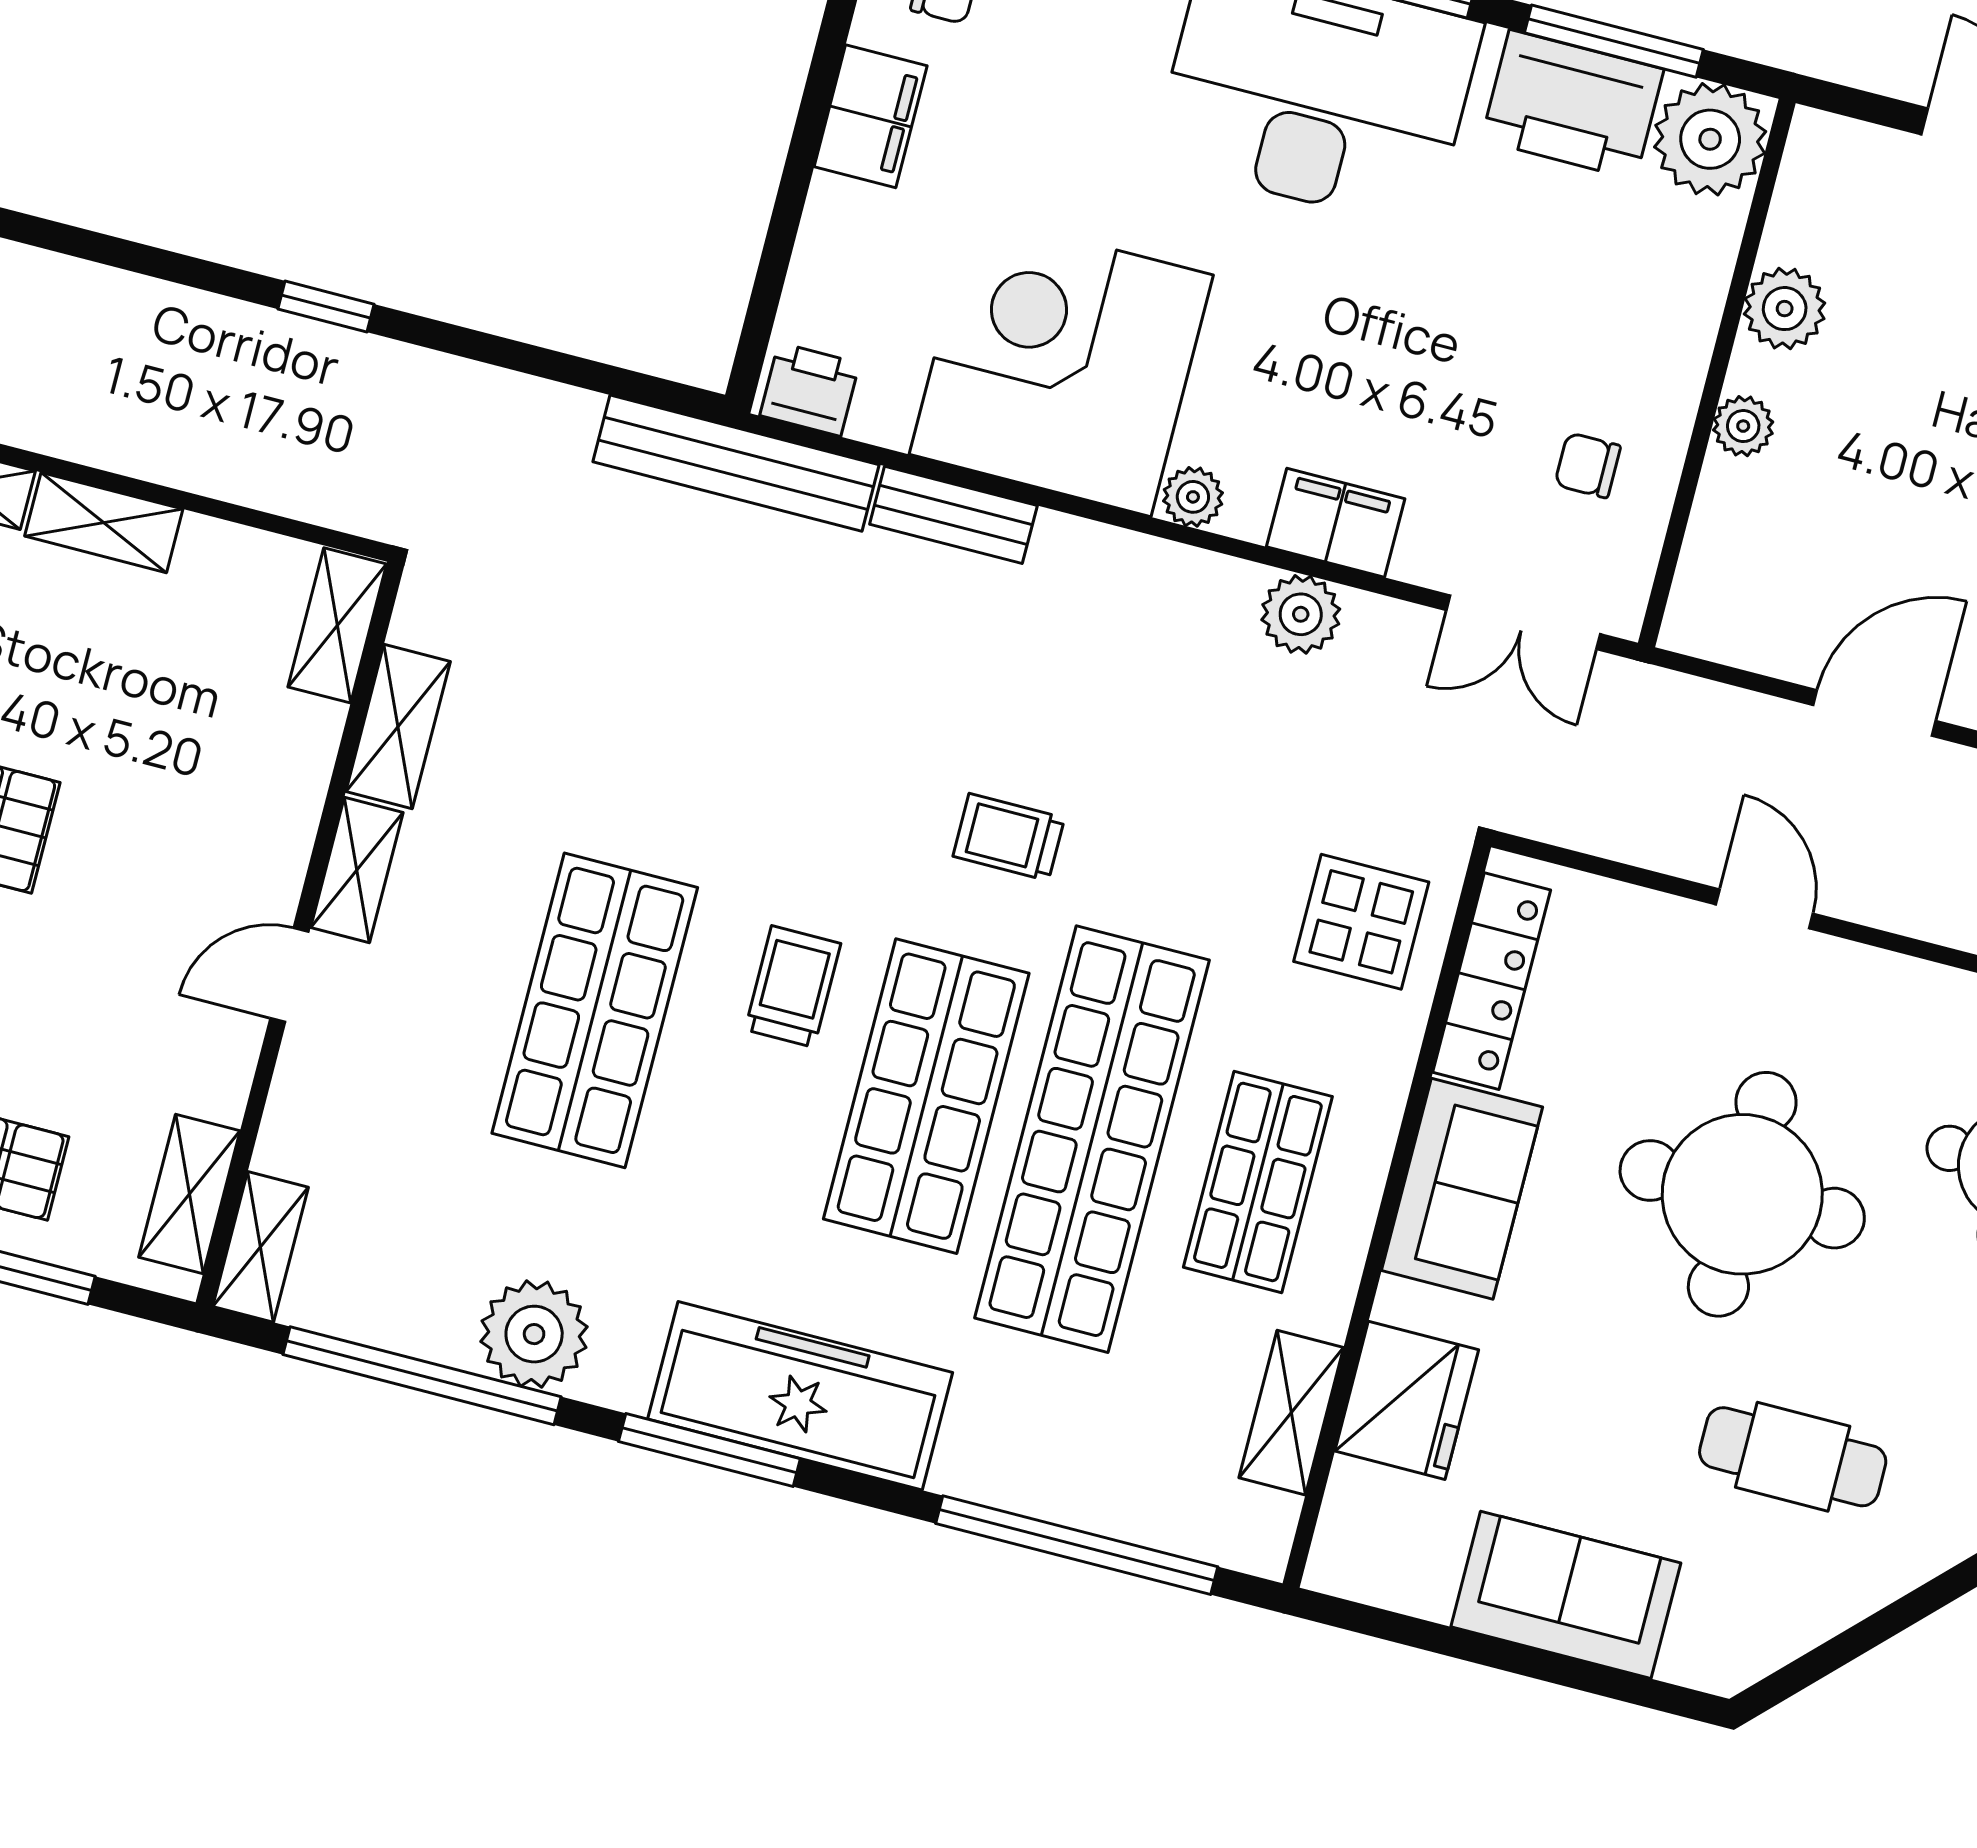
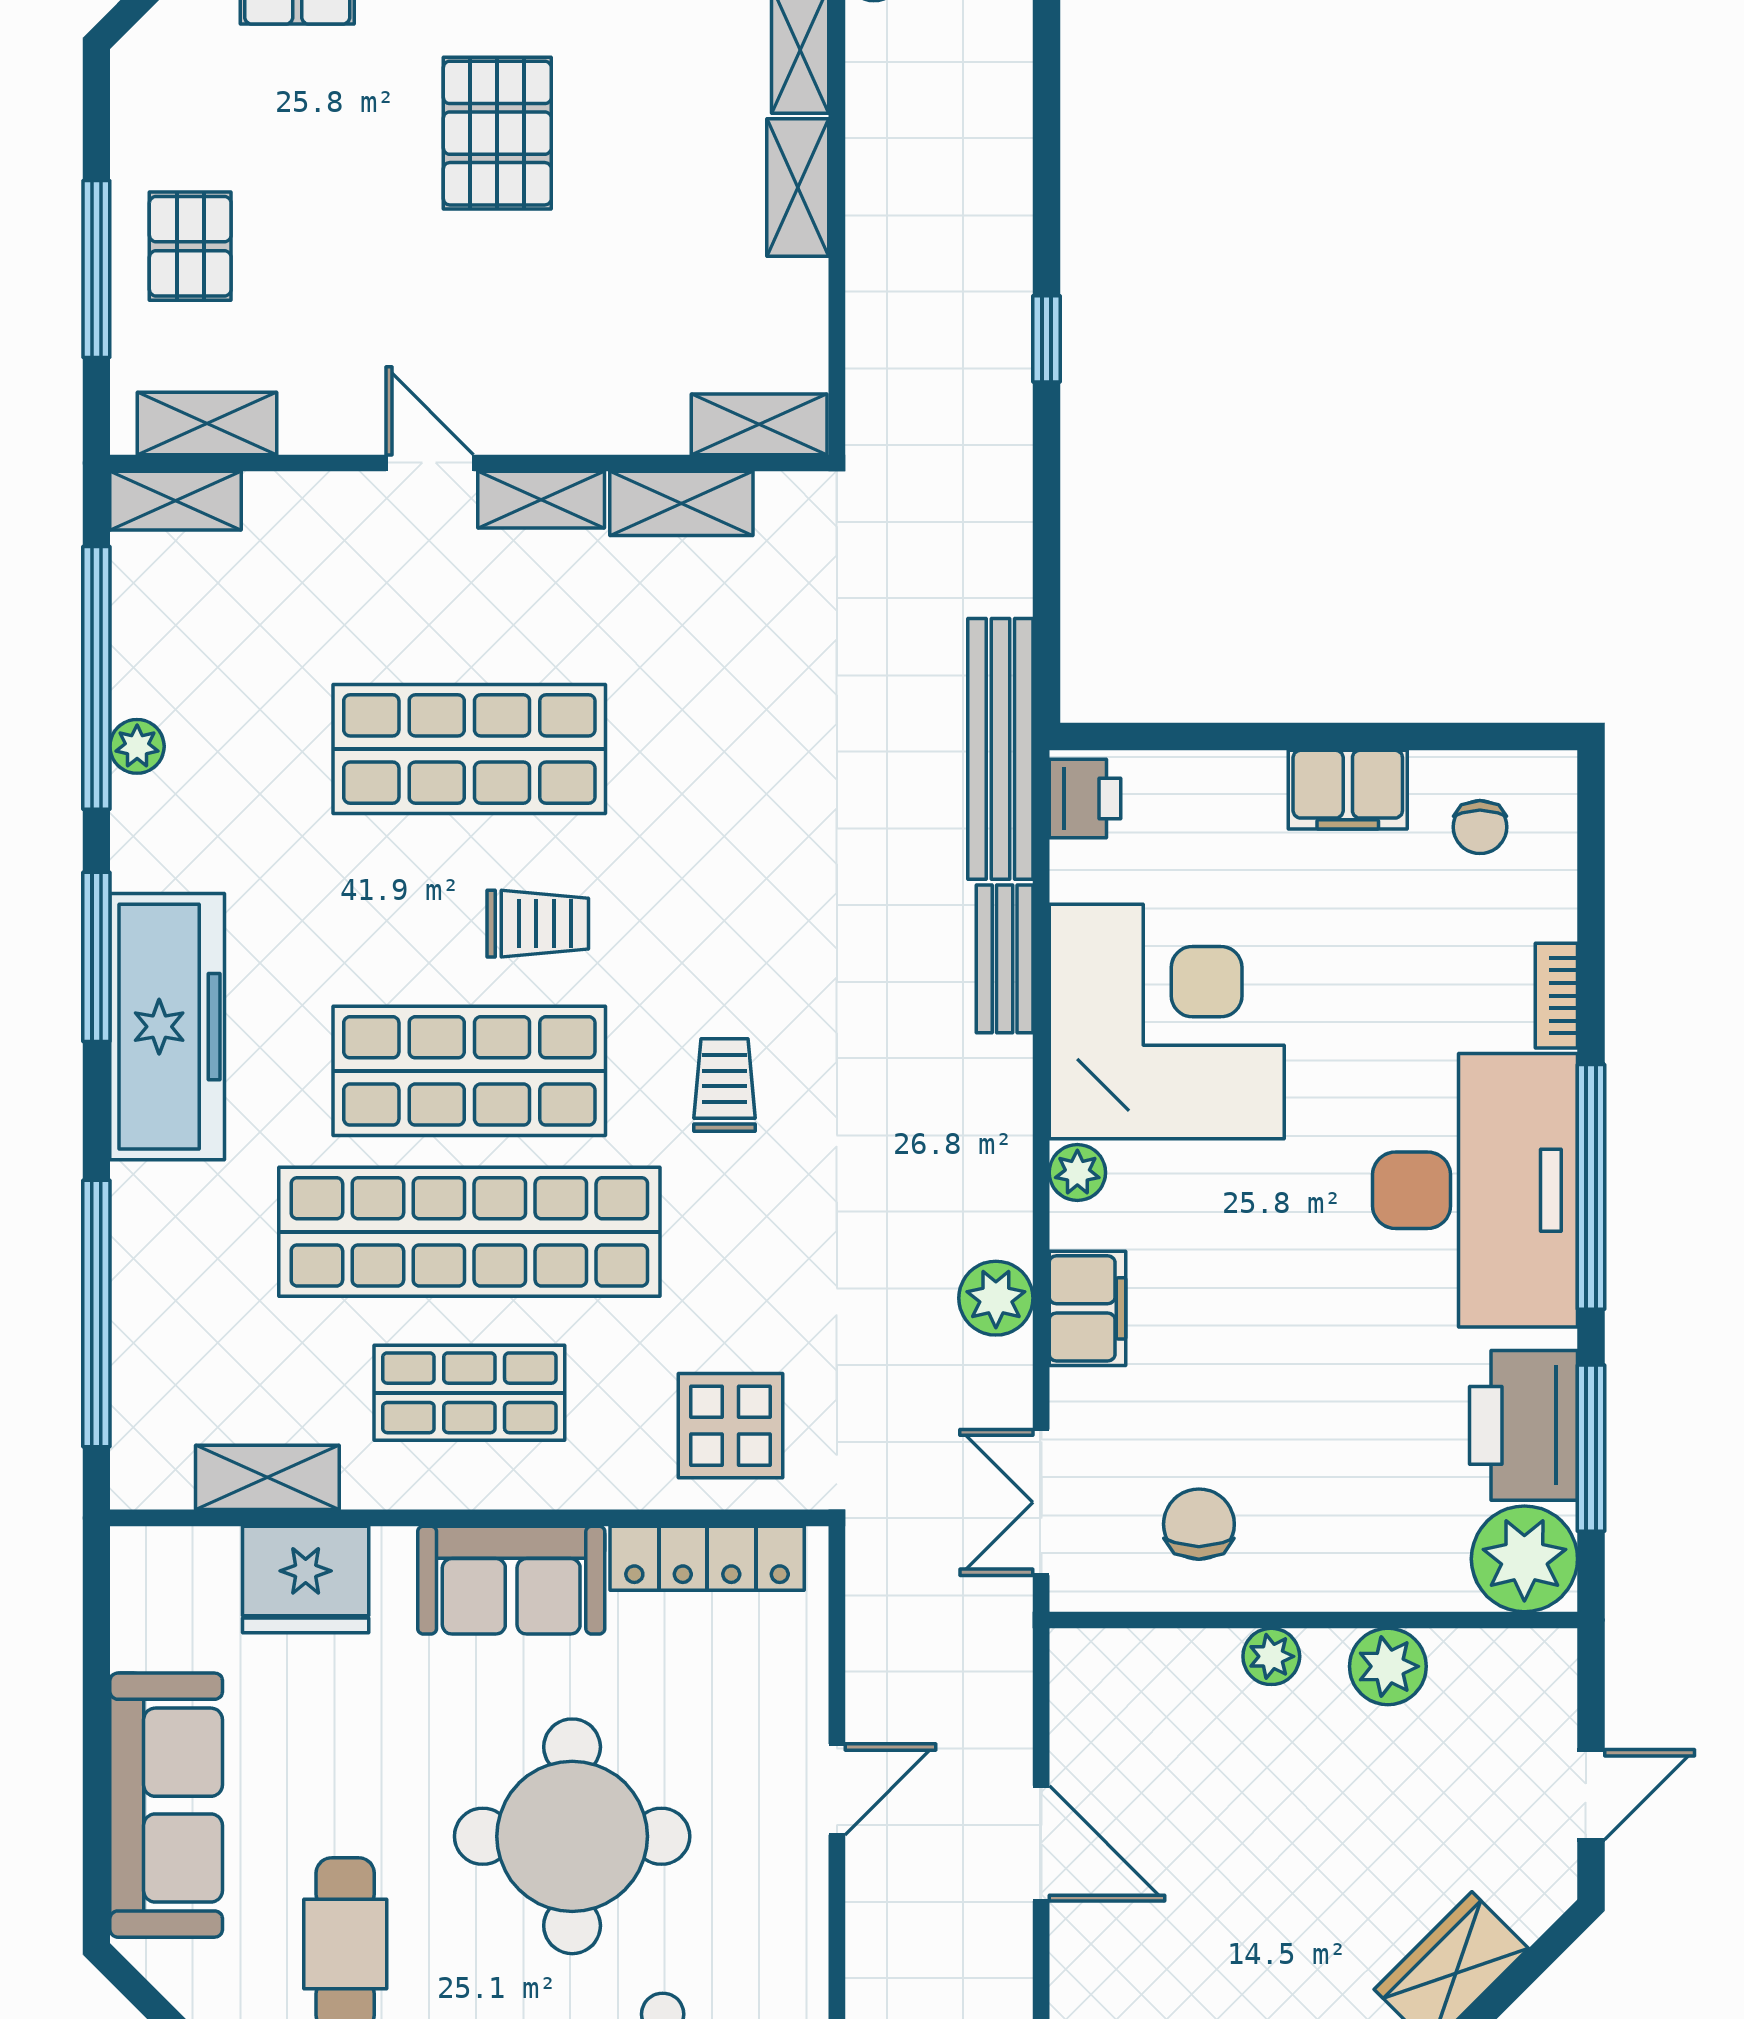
chair: (1588, 465) -> (1199, 1524), width x1.37, depth x1.37
plant: (534, 1334) -> (137, 746), width x0.53, depth x0.53
sofa: (1566, 1595) -> (166, 1805), width x1.36

